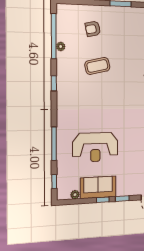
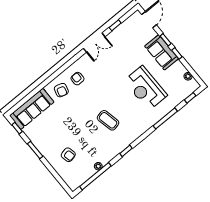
coffee table: (97, 66) -> (108, 120), moved
reception desk: (95, 147) -> (146, 88), turned 180
sofa: (98, 187) -> (162, 52), moved

